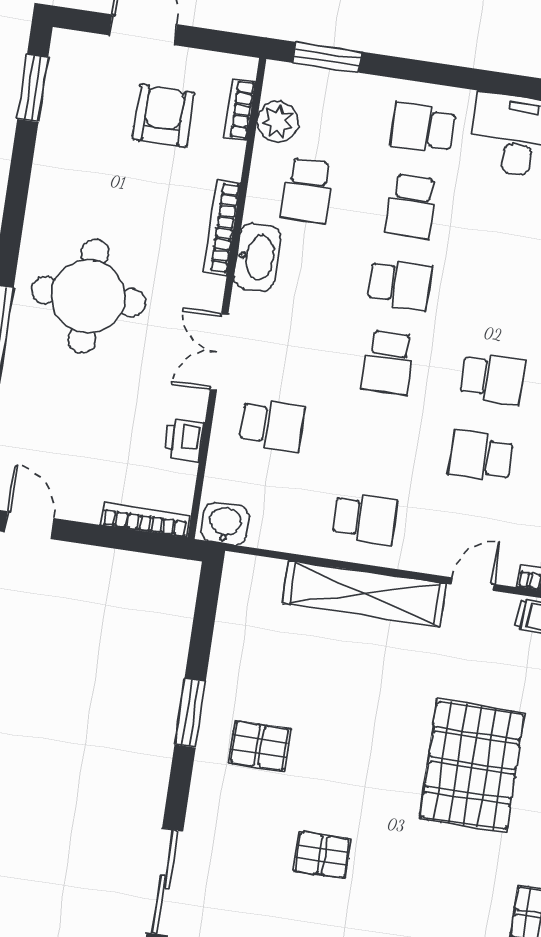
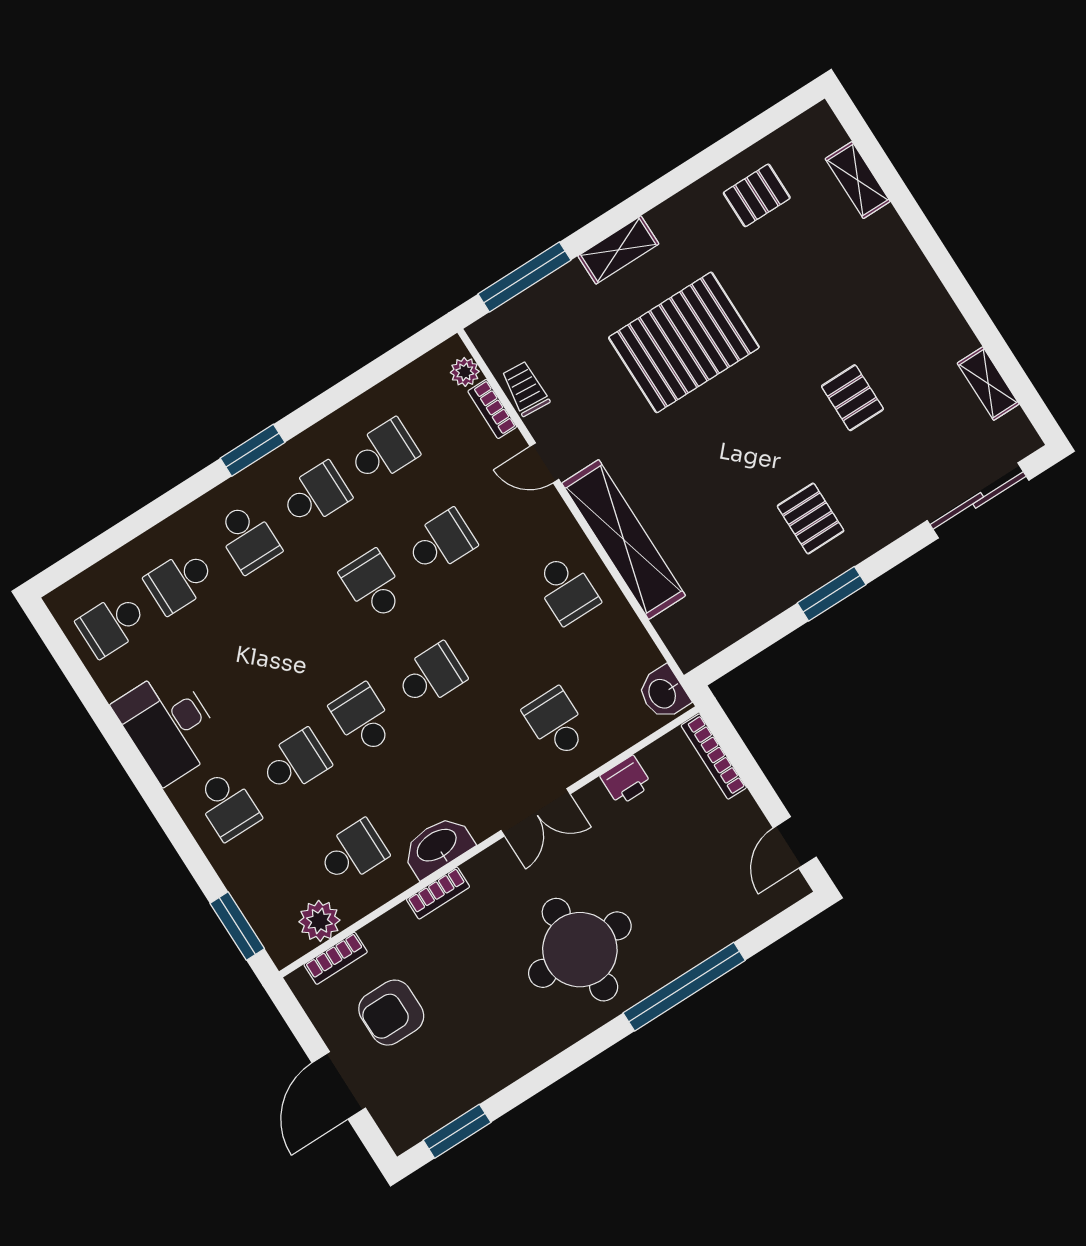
bookcase: (222, 228) -> (438, 893), width x0.64
school desk: (481, 456) -> (441, 542), turned -90
school desk: (365, 519) -> (566, 589), turned 180

